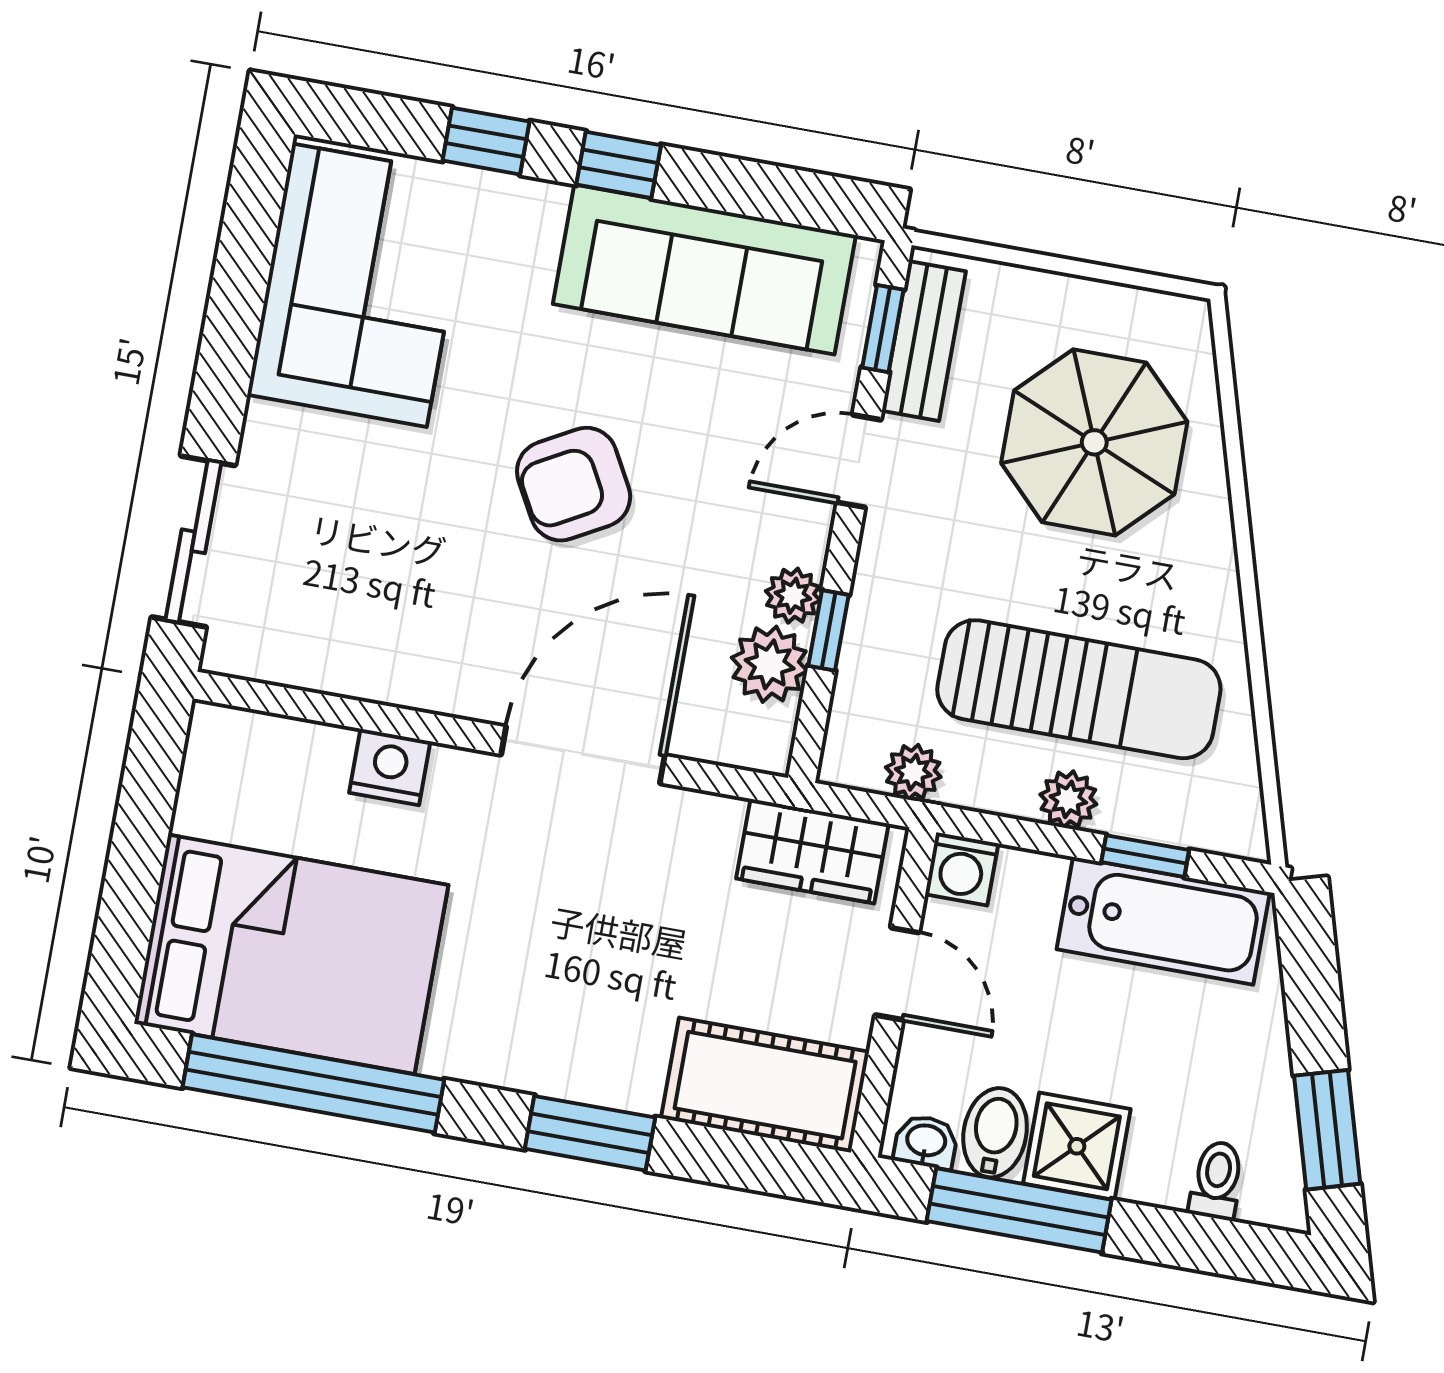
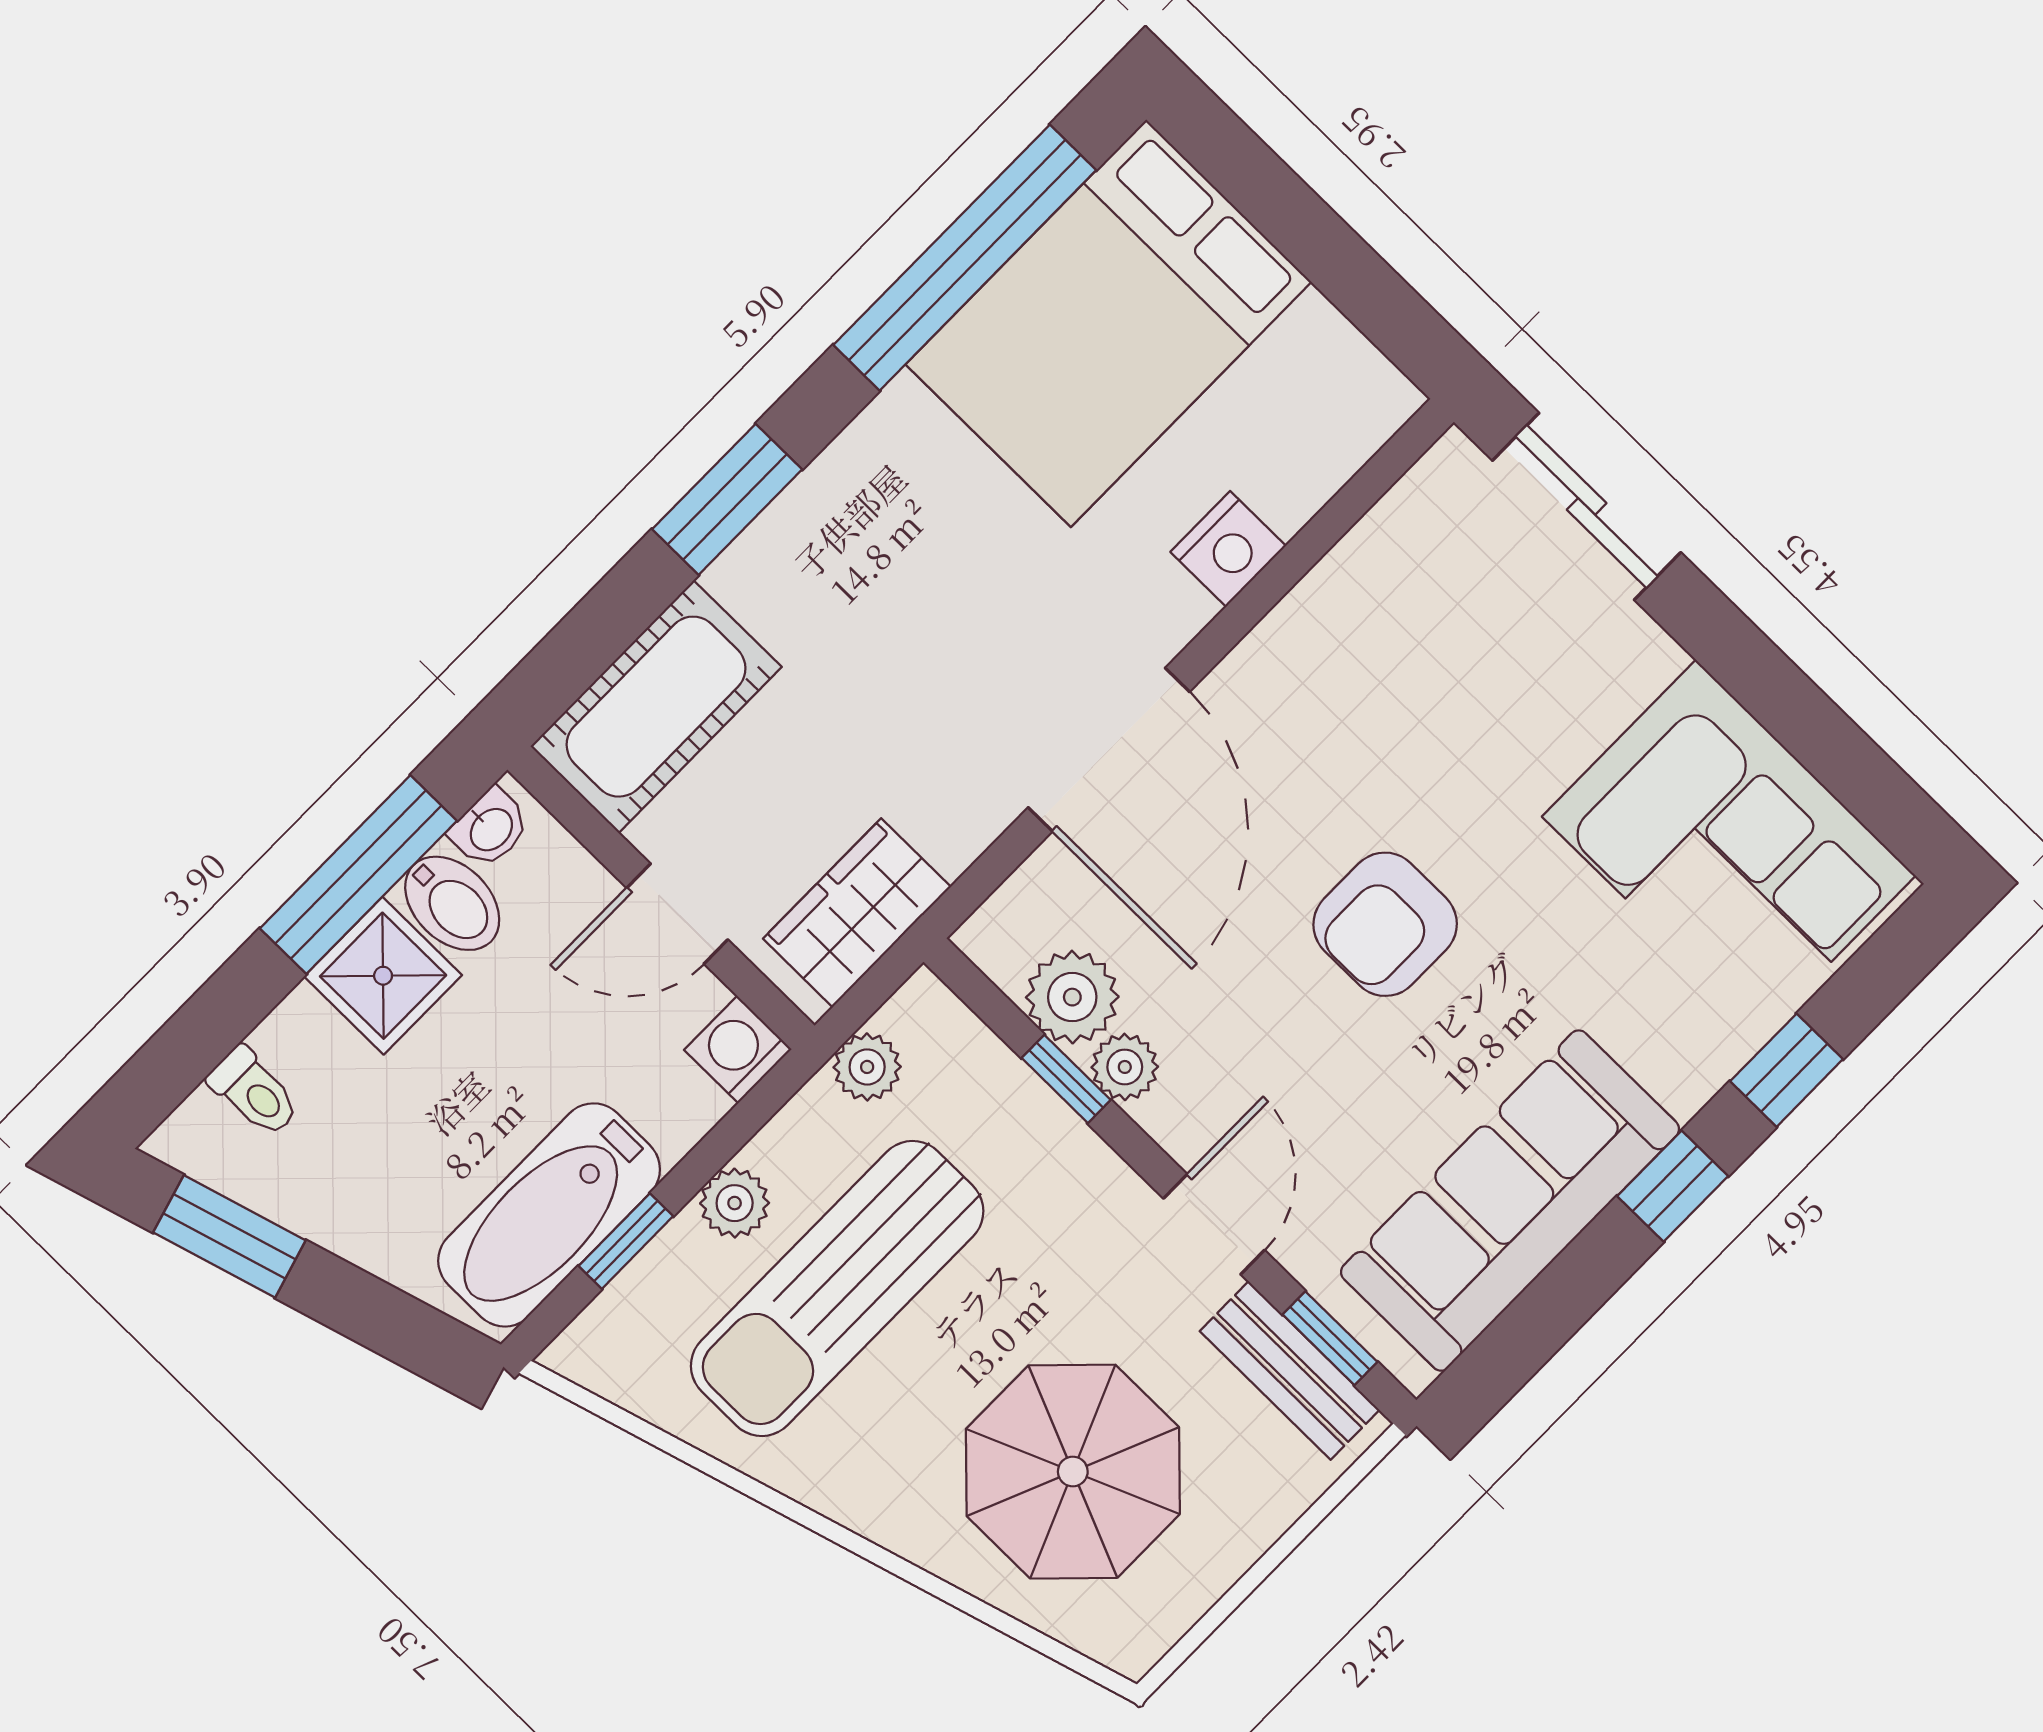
armchair: (574, 484) -> (1385, 924), turned -151

